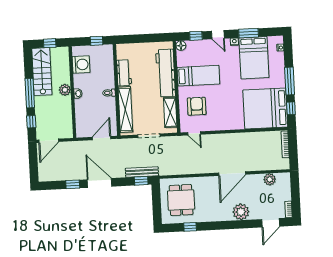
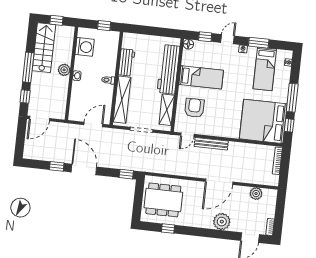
door: (218, 35) -> (227, 39), swing flipped
bed: (254, 58) -> (265, 69), width x0.67
door: (194, 133) -> (187, 135), hinge flipped
bench: (142, 172) -> (211, 144), moved
dining table: (181, 200) -> (163, 200), width x1.37

